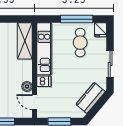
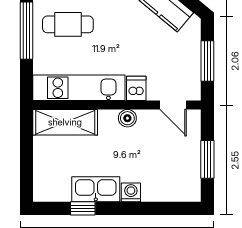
boiler: (27, 86) -> (127, 118), moved
door: (34, 102) -> (173, 105), hinge flipped

